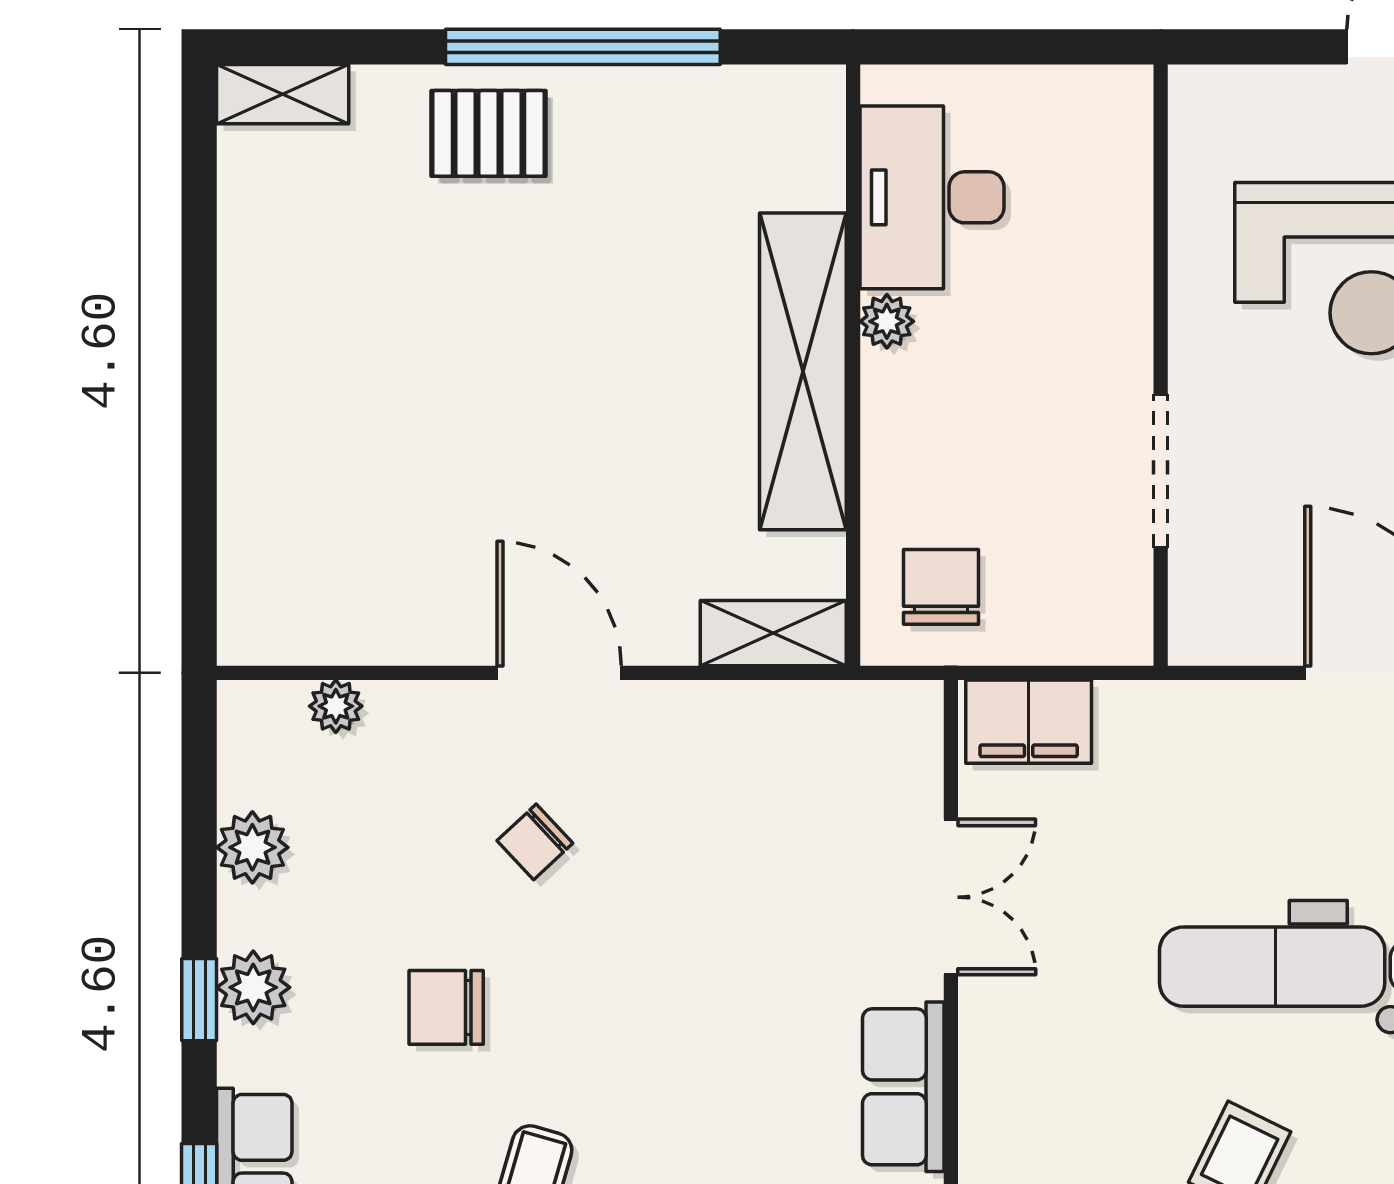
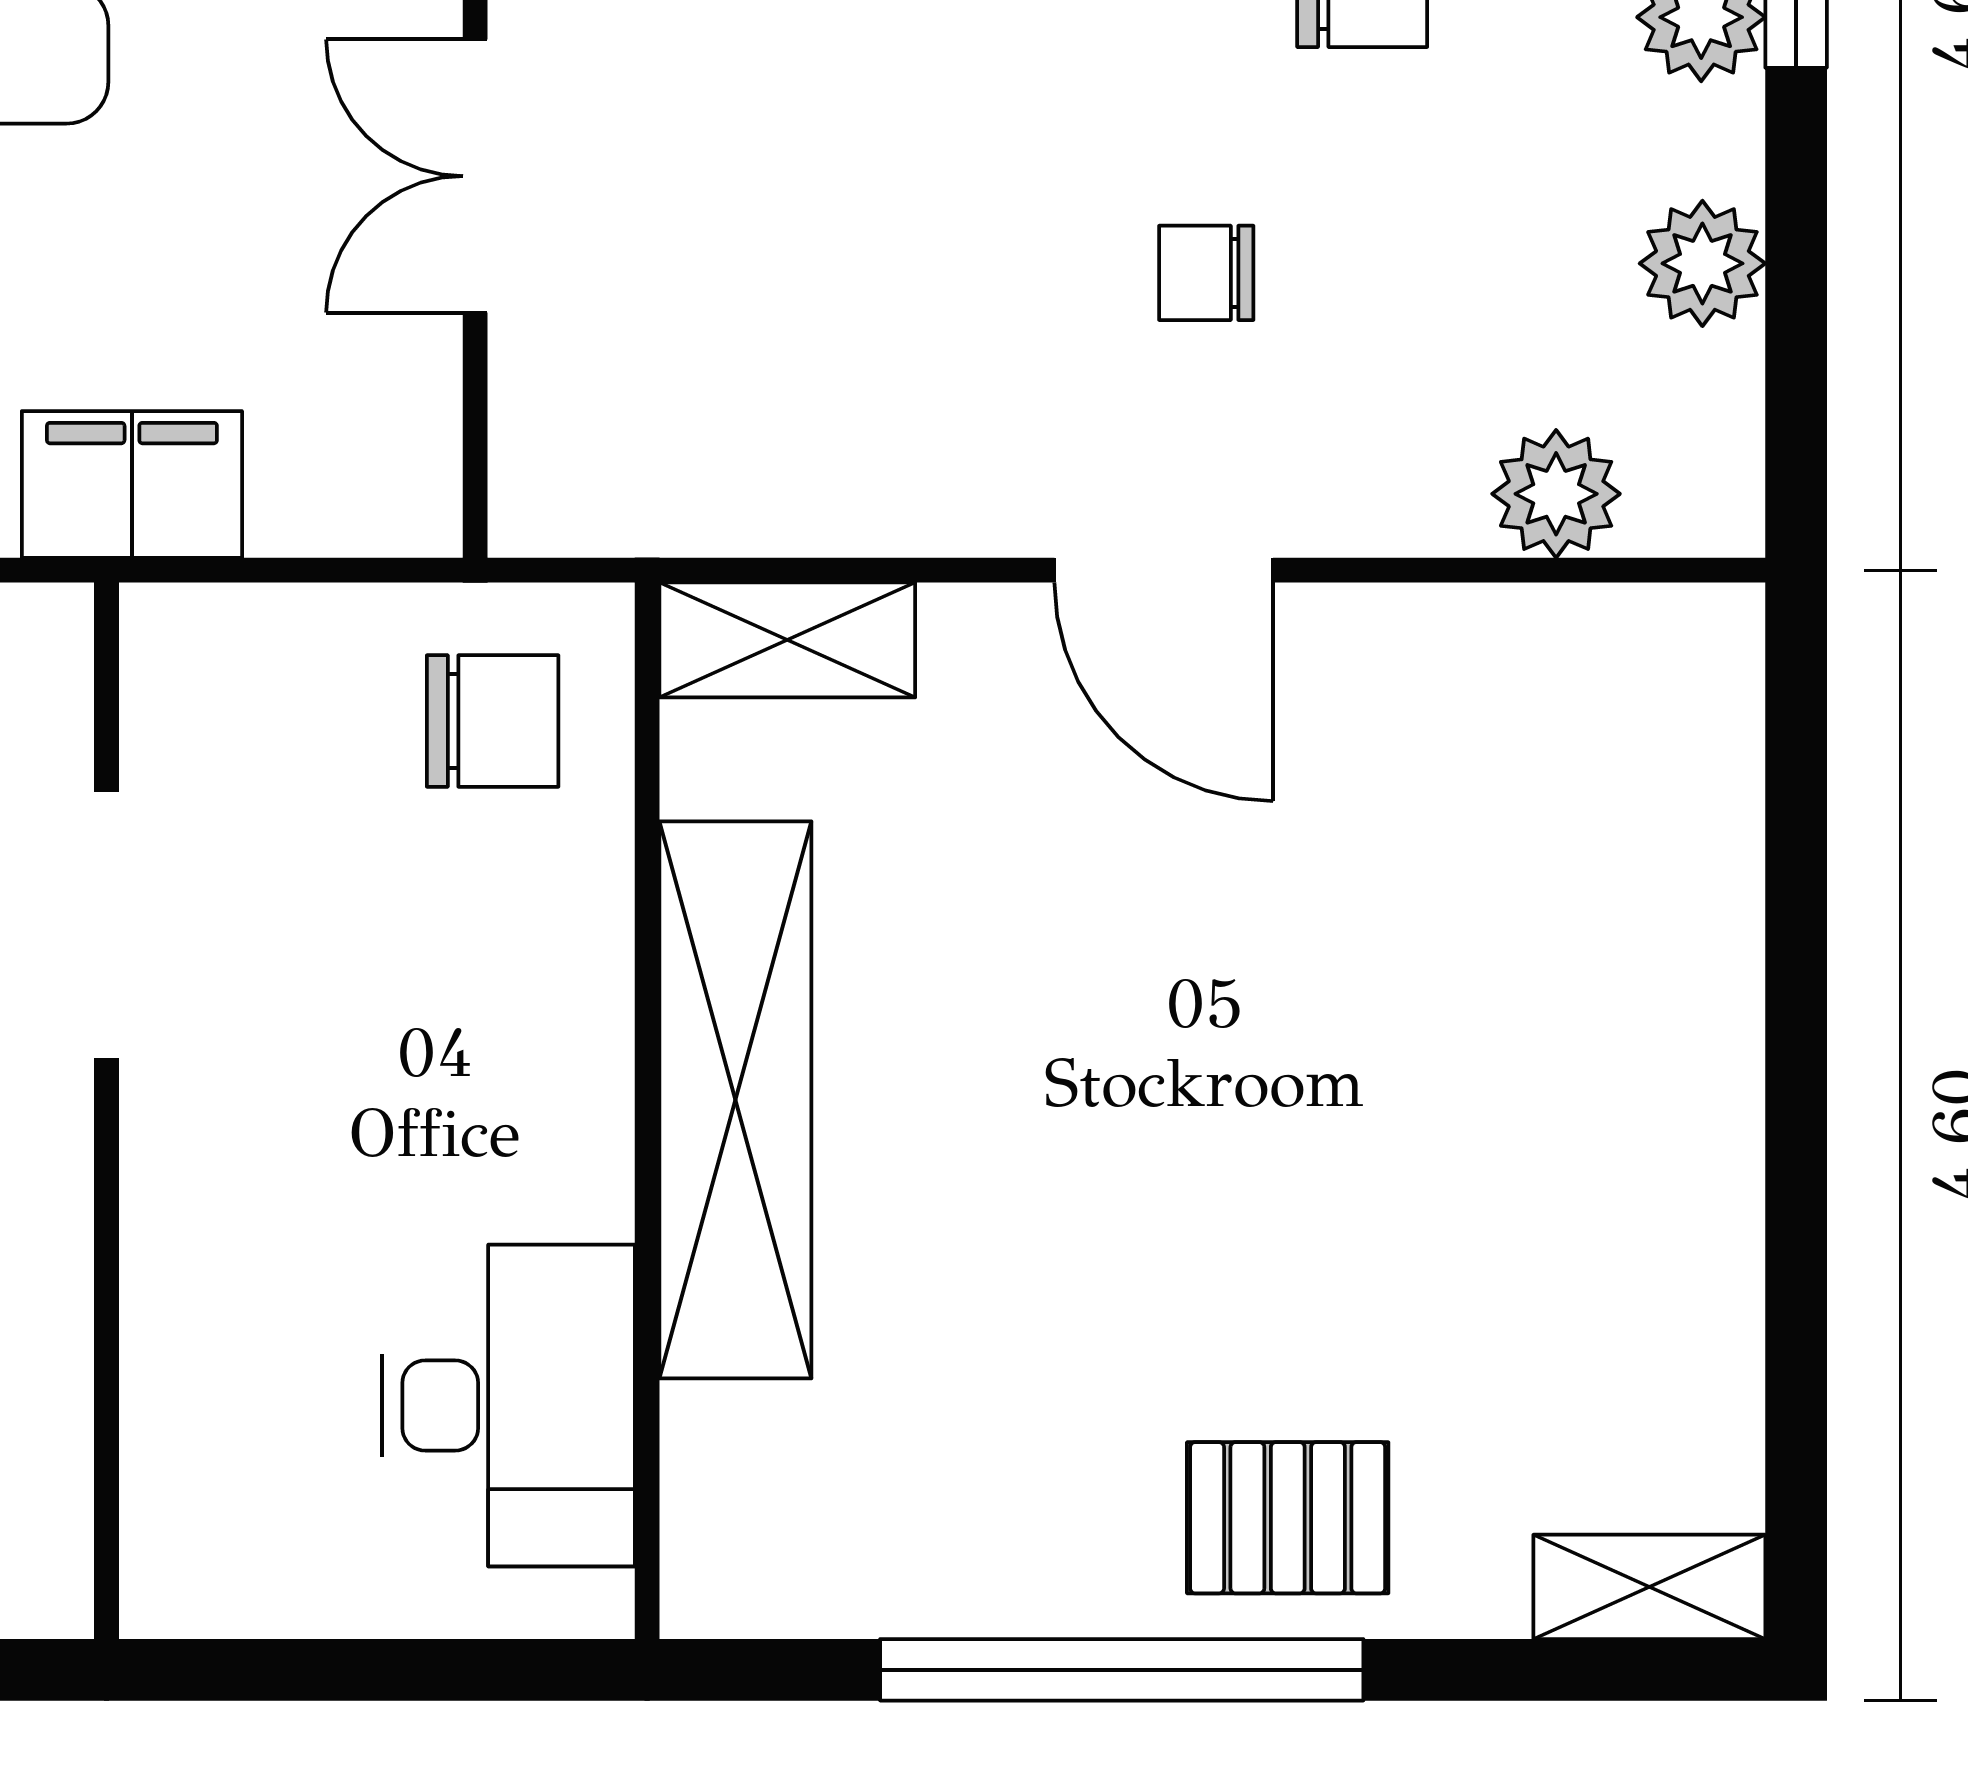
plant: (887, 321) -> (588, 1188), removed
chair: (941, 587) -> (493, 721), turned -90
plant: (336, 706) -> (1556, 494), width x1.38, depth x1.38
filing cabinet: (1029, 722) -> (132, 484), moved
chair: (535, 842) -> (1206, 273), turned -137

